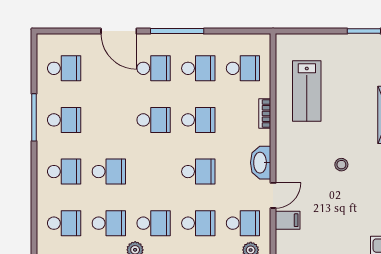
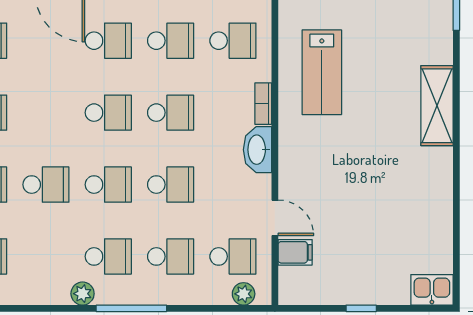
washbasin: (261, 163) -> (257, 150), moved
stool: (341, 165) -> (370, 175), removed
door: (273, 195) -> (275, 218), hinge flipped
school desk: (109, 223) -> (108, 185), moved

